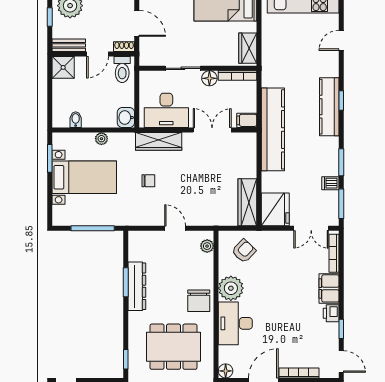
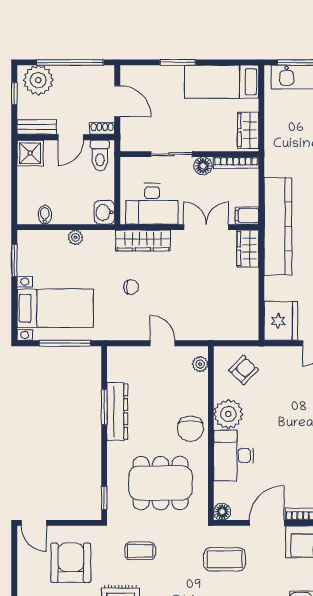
bed with nightstands: (84, 177) -> (55, 308), moved
wardrobe: (247, 202) -> (248, 249), moved, width x0.67

